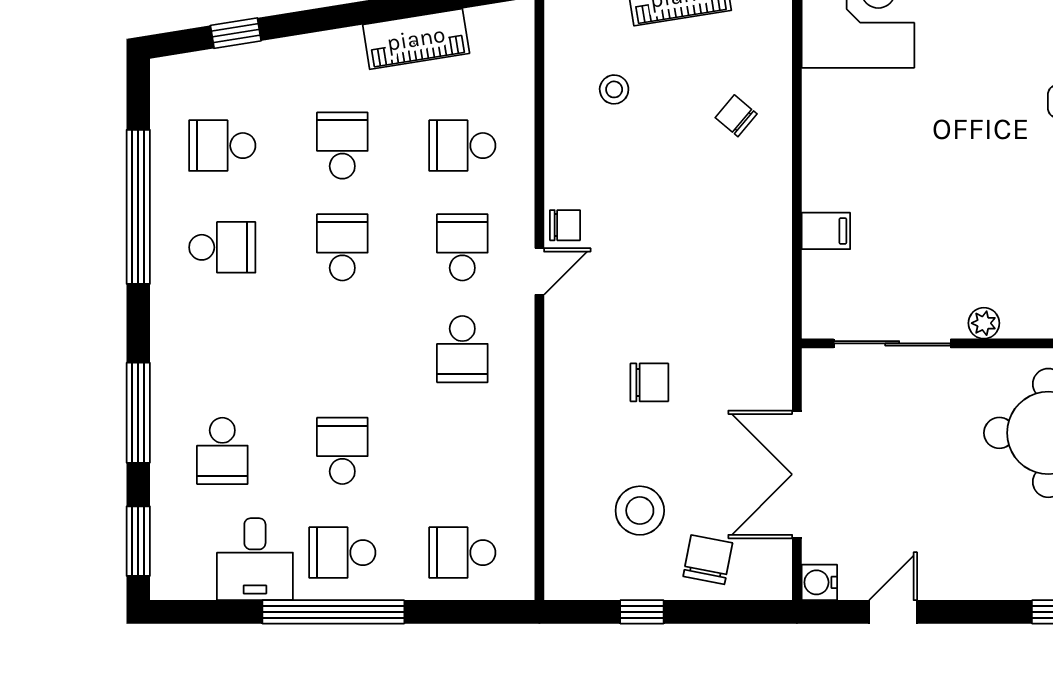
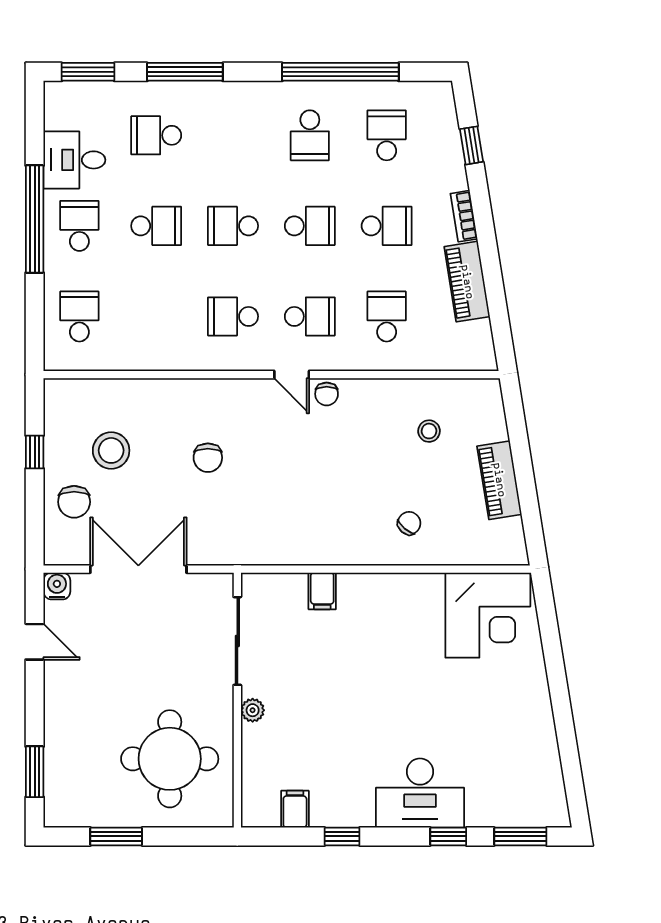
bookcase: (329, 43) -> (464, 216), added
school desk: (342, 349) -> (233, 226), added
chair: (708, 560) -> (74, 502), turned 79

